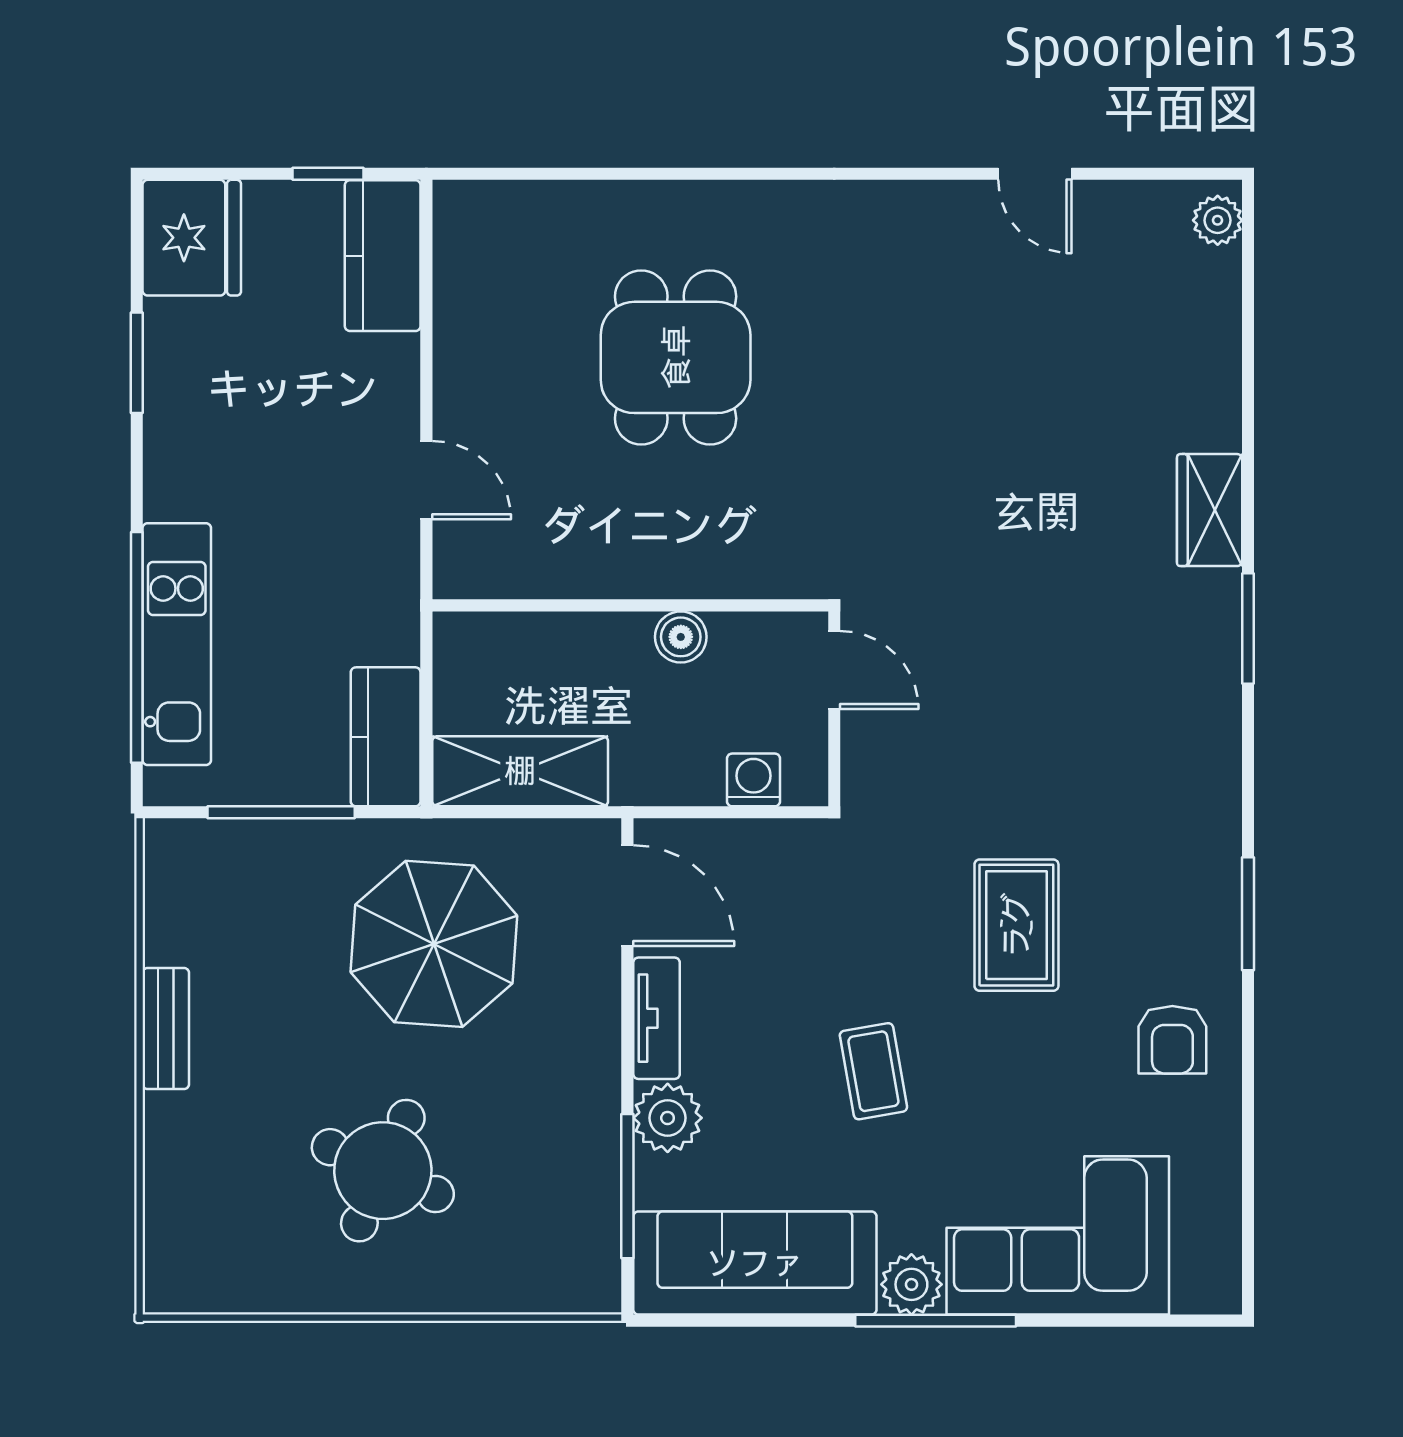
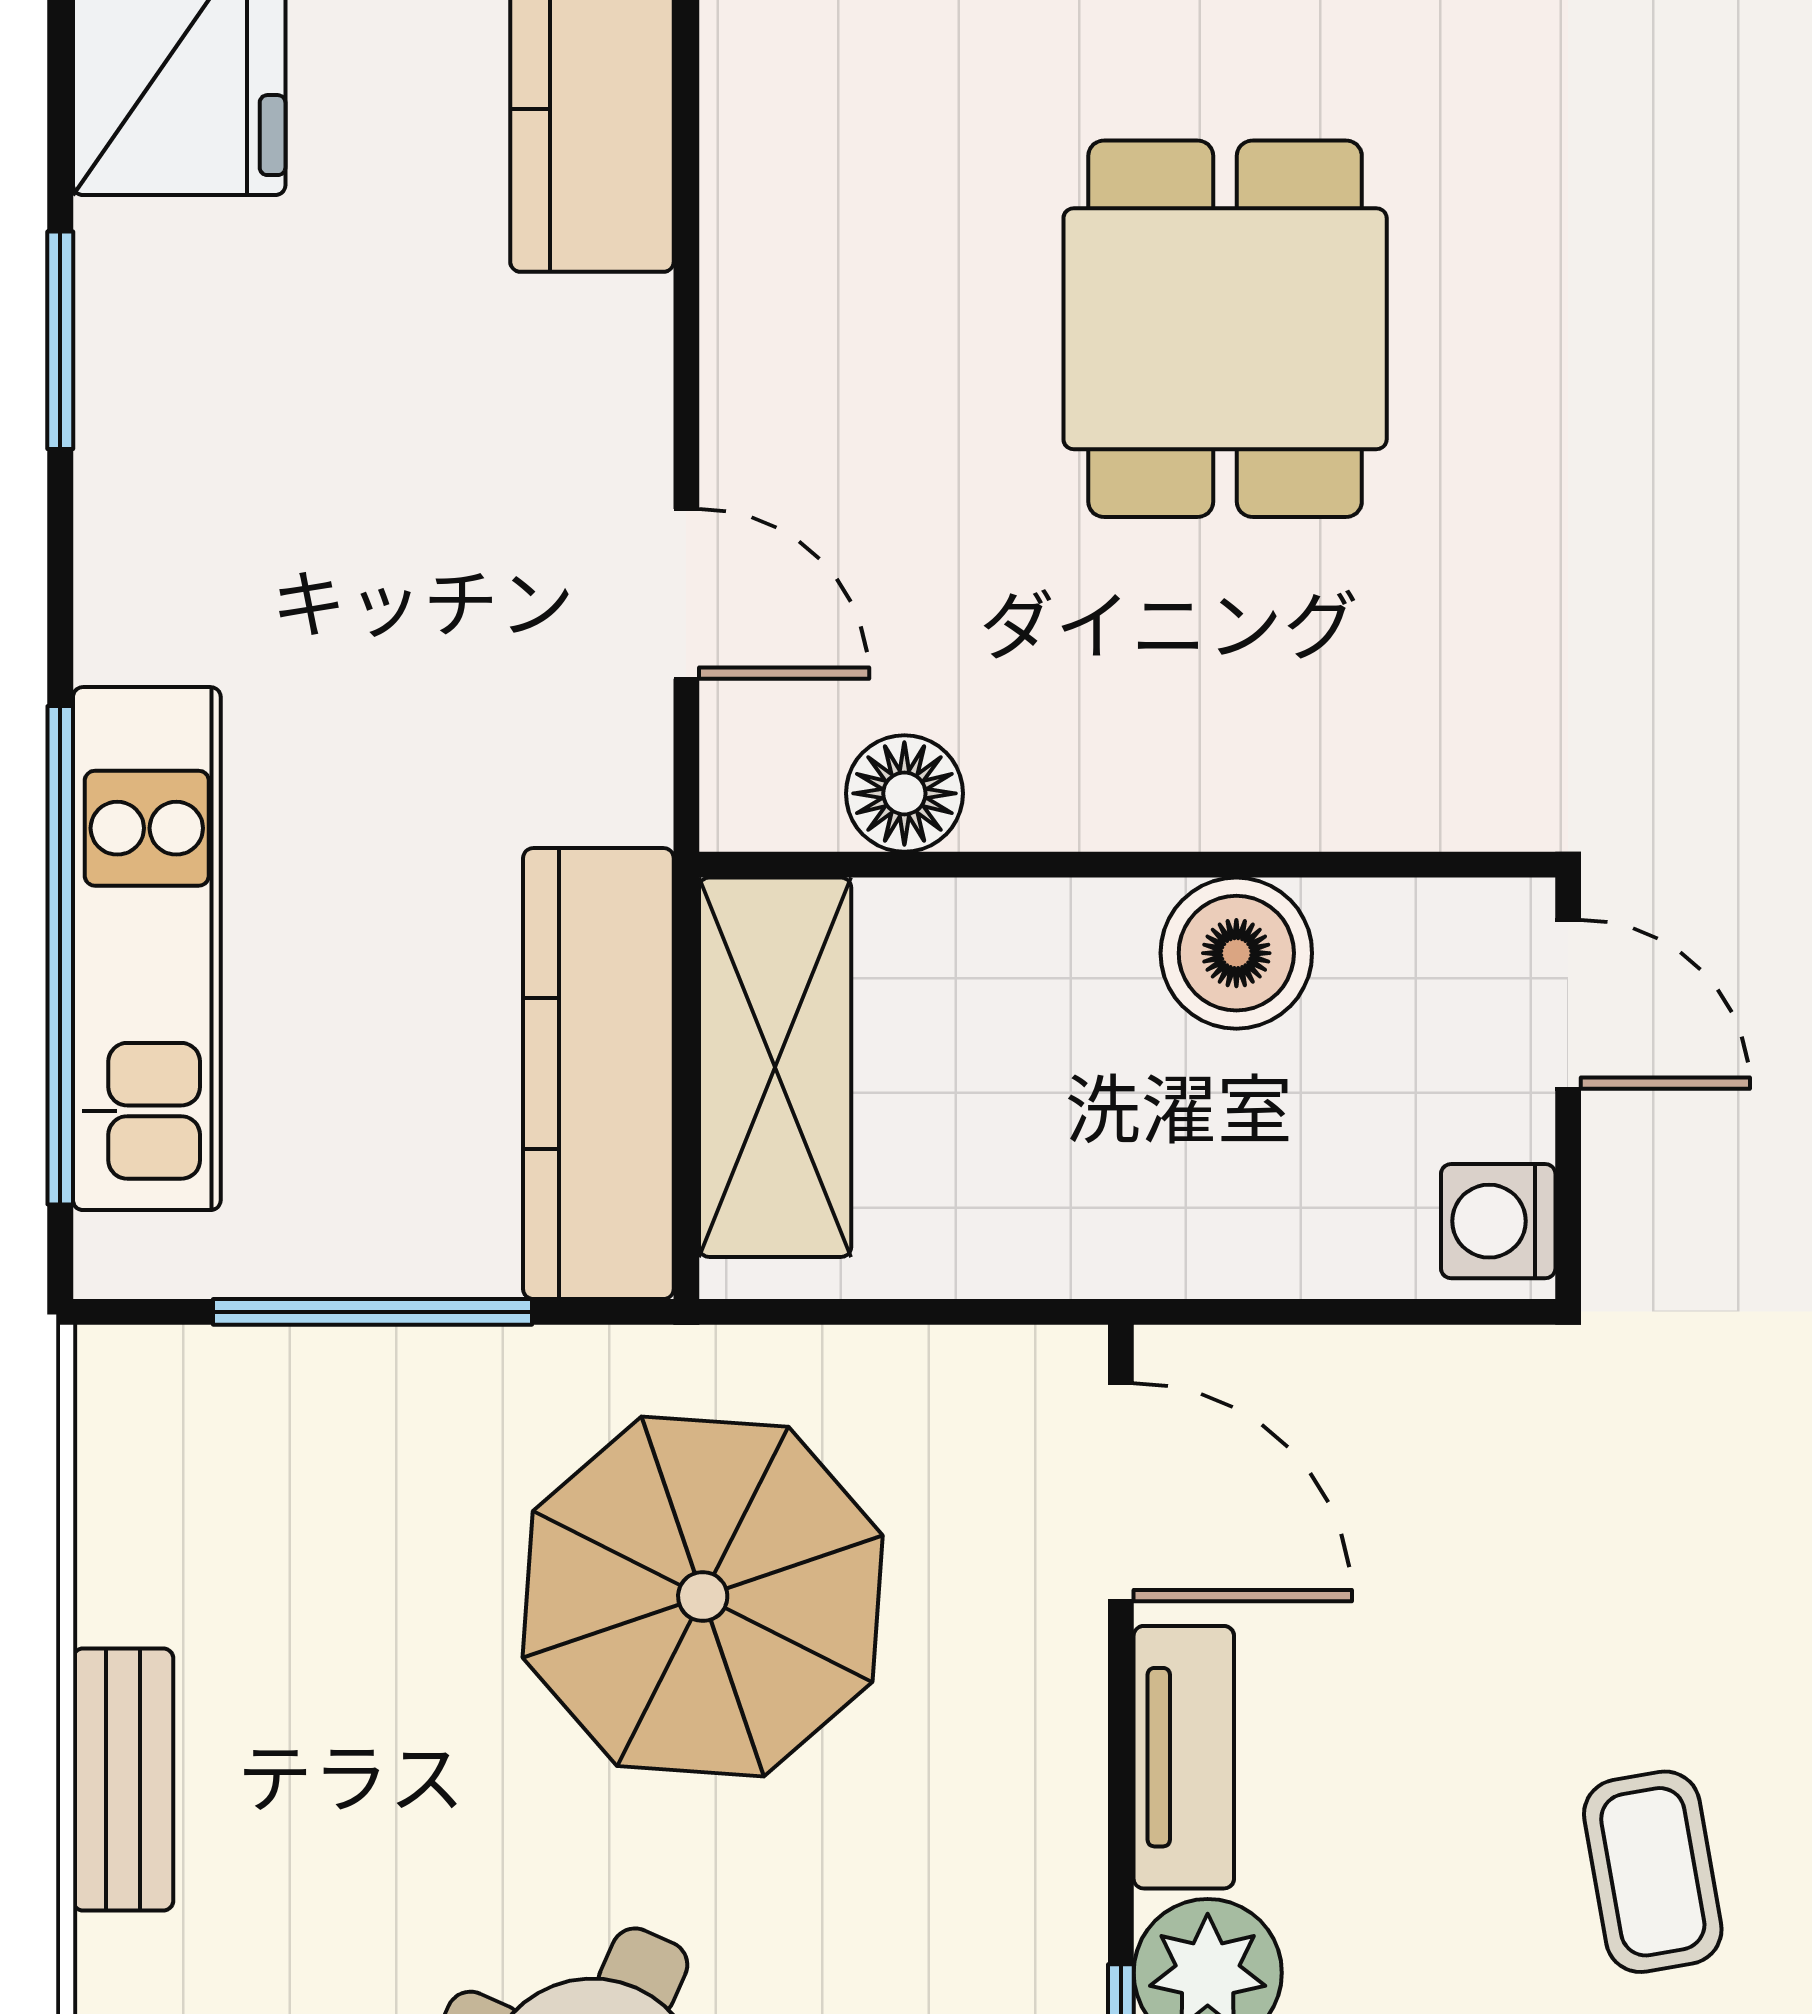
floor lamp: (527, 572) -> (904, 793), added
boiler: (681, 637) -> (1236, 953), width x1.36, depth x1.36
kitchen counter: (386, 737) -> (598, 1074), width x1.50
shelving: (520, 771) -> (775, 1067), moved, turned 90
washing machine: (753, 780) -> (1498, 1221), moved, turned -90

